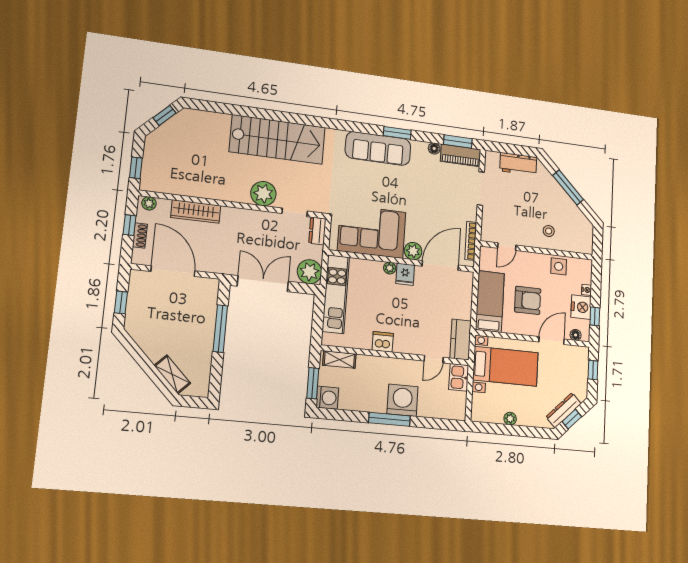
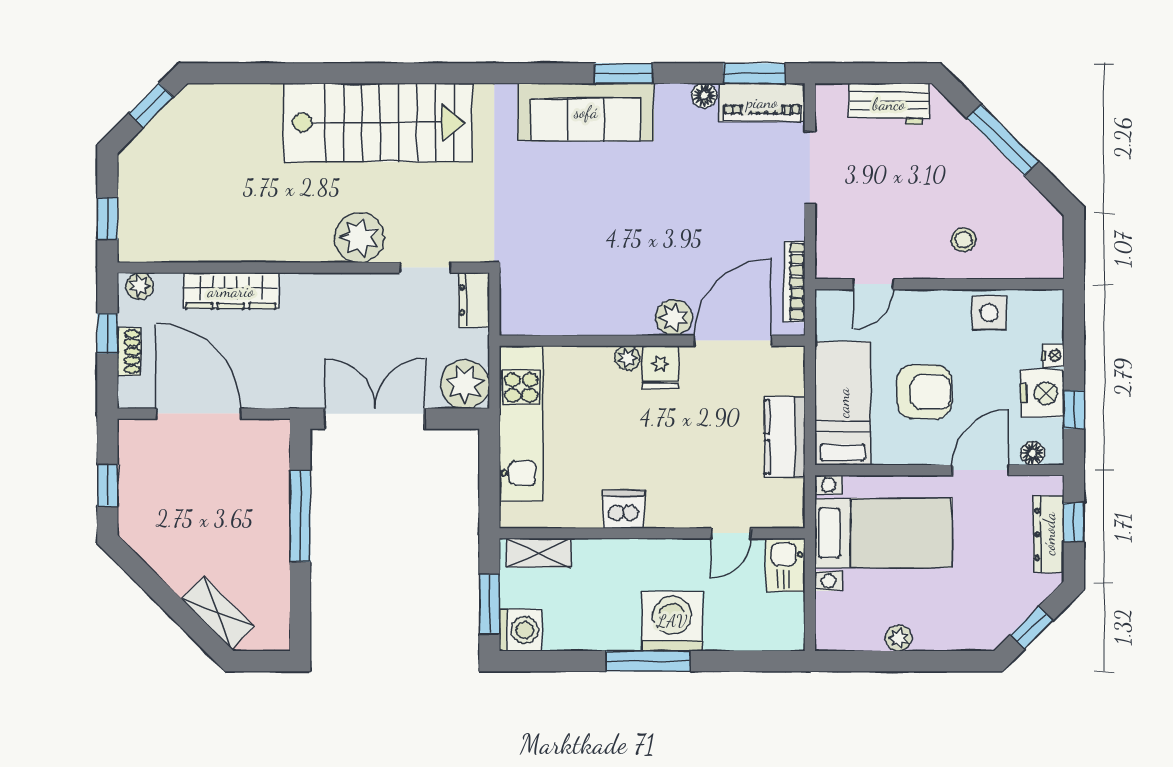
corner sofa: (372, 231) -> (585, 287), removed
kitchen counter: (460, 339) -> (785, 437), moved
dresser: (564, 410) -> (1049, 534), moved, turned -45

